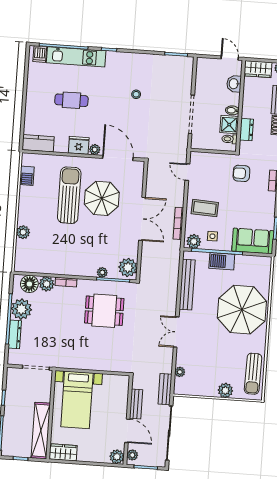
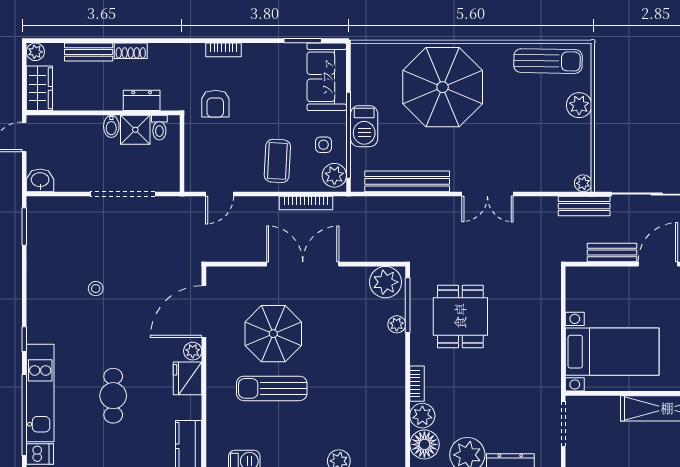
washbasin: (234, 84) -> (40, 180), moved, turned 180
sun lounger: (69, 195) -> (272, 388), width x0.73, depth x0.75
plant: (180, 372) -> (583, 183), moved

